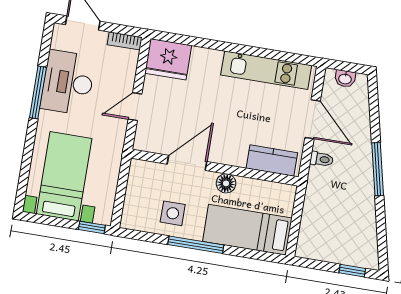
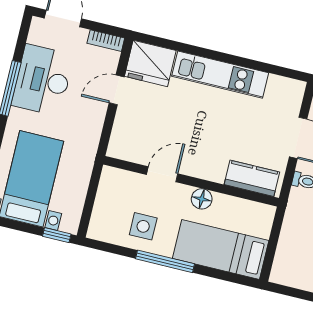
kitchen unit: (266, 70) -> (220, 75), moved
door: (135, 107) -> (117, 90), moved
door: (187, 163) -> (162, 174), width x0.73

